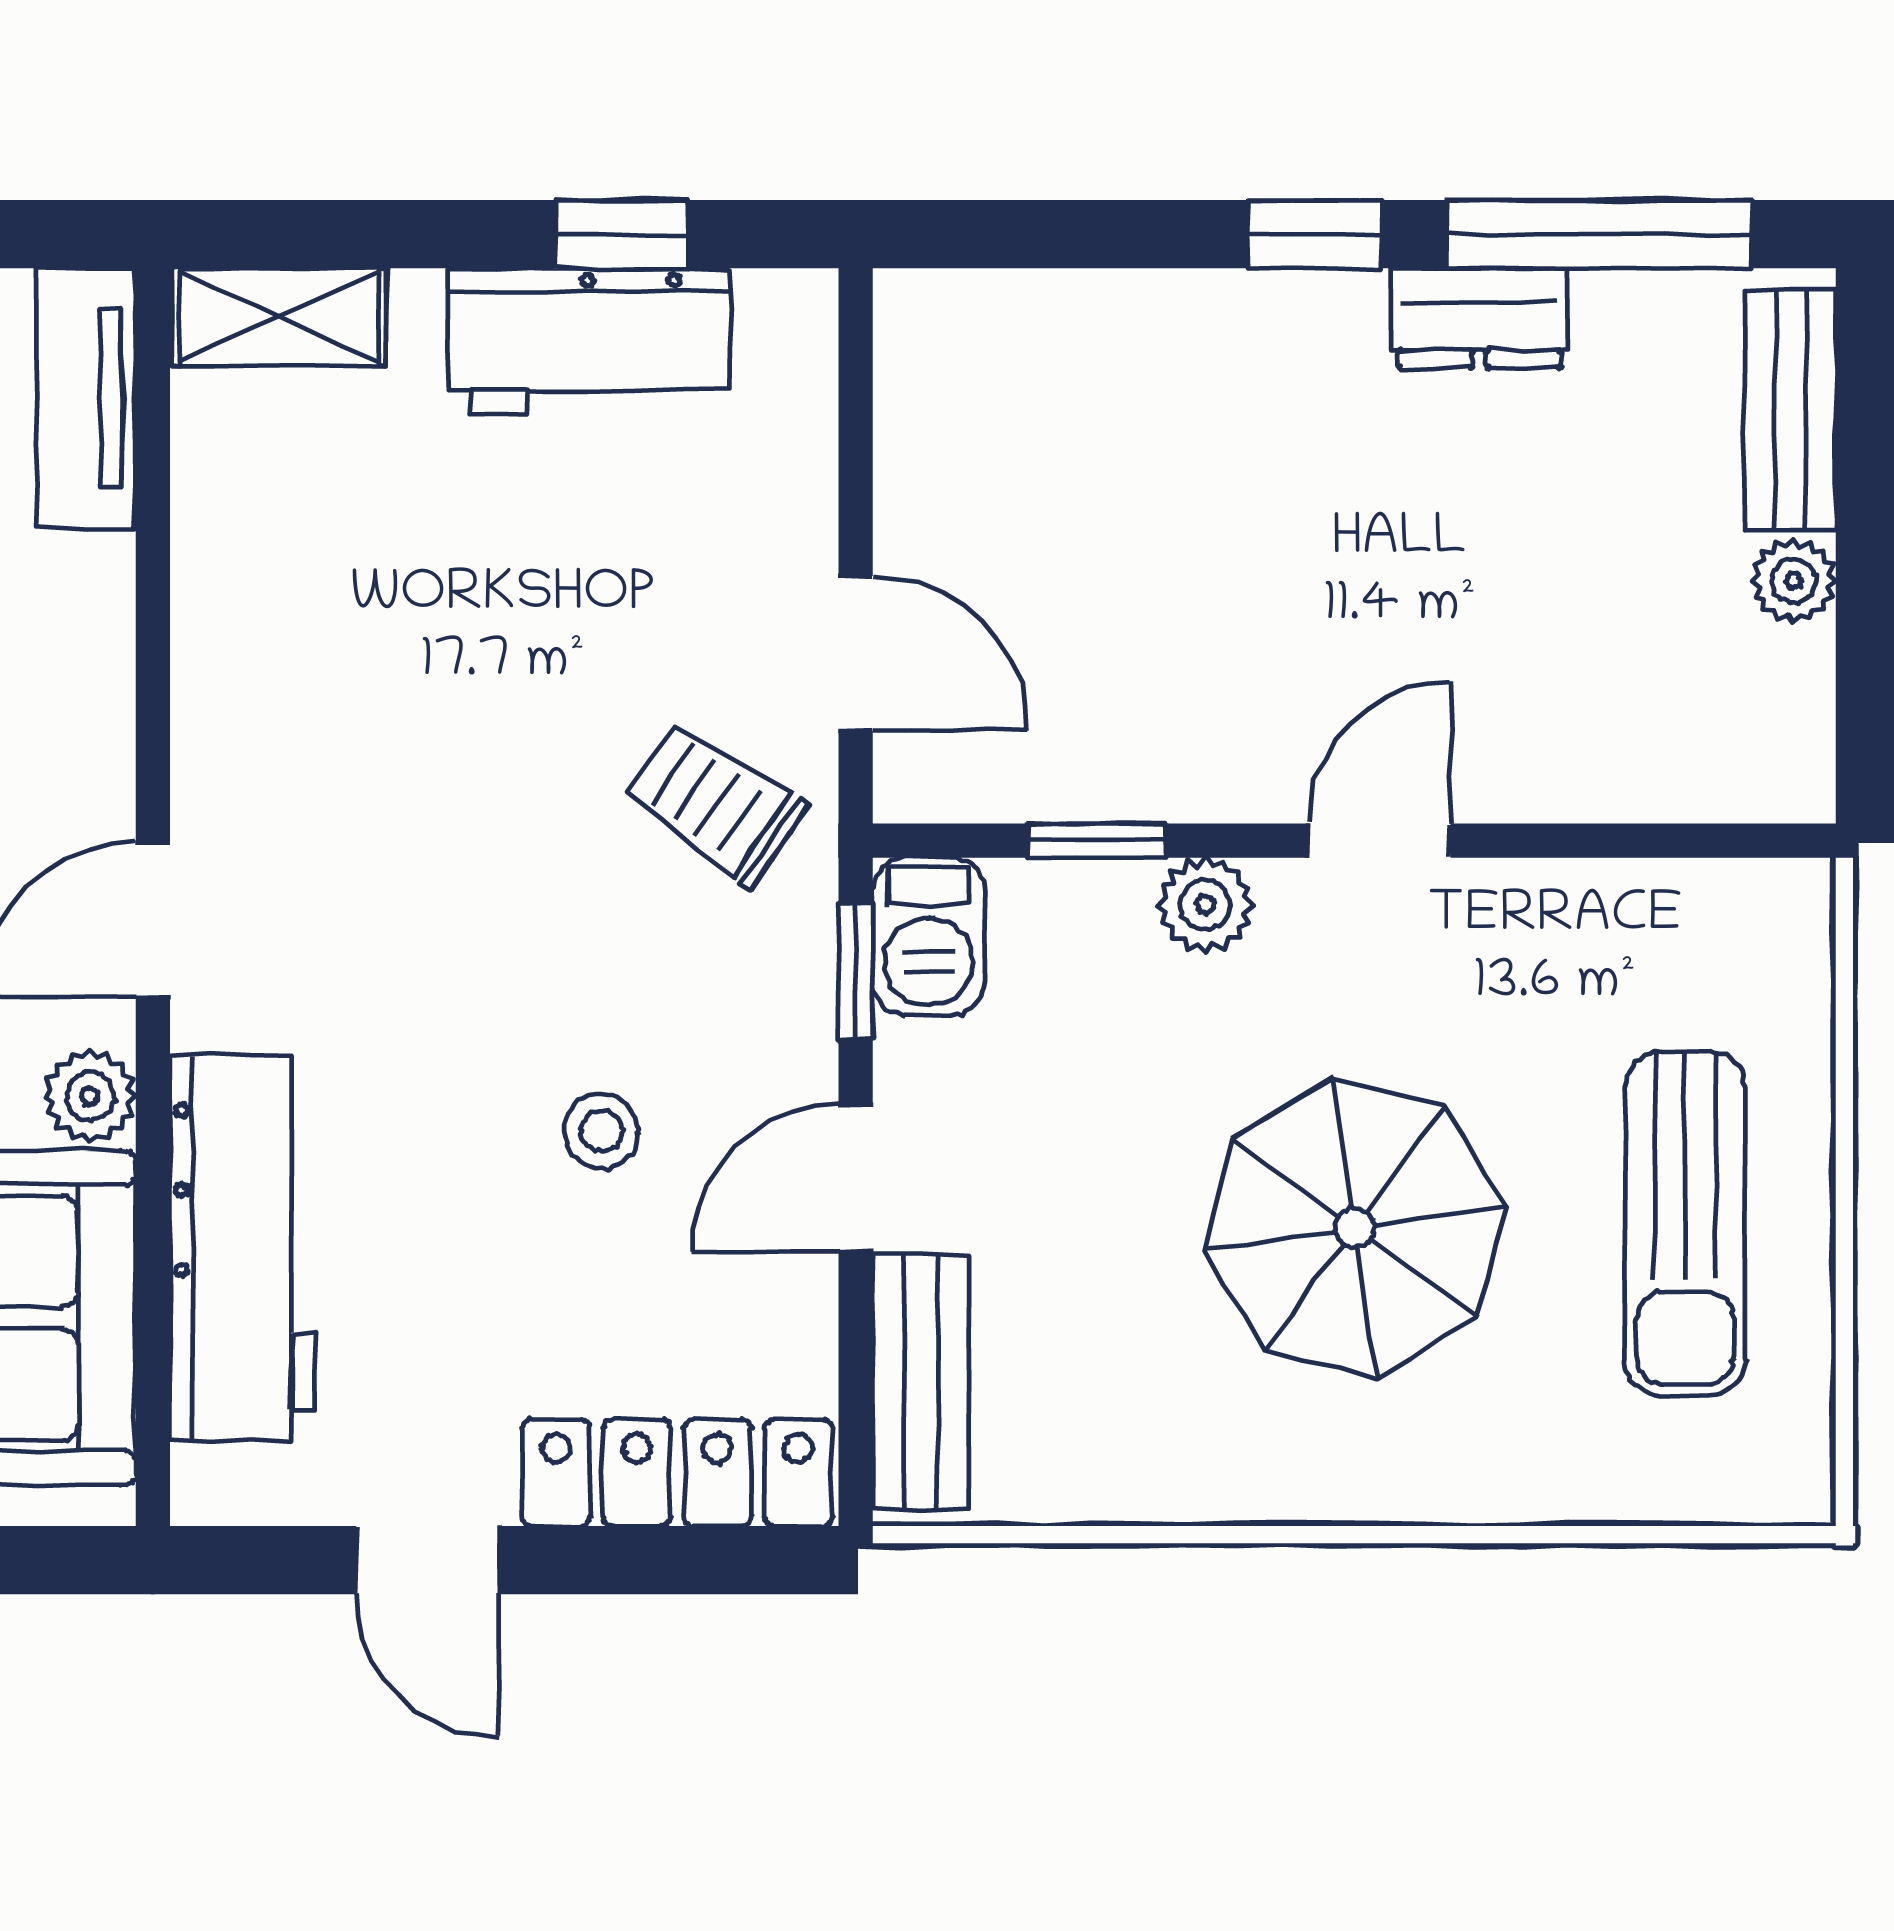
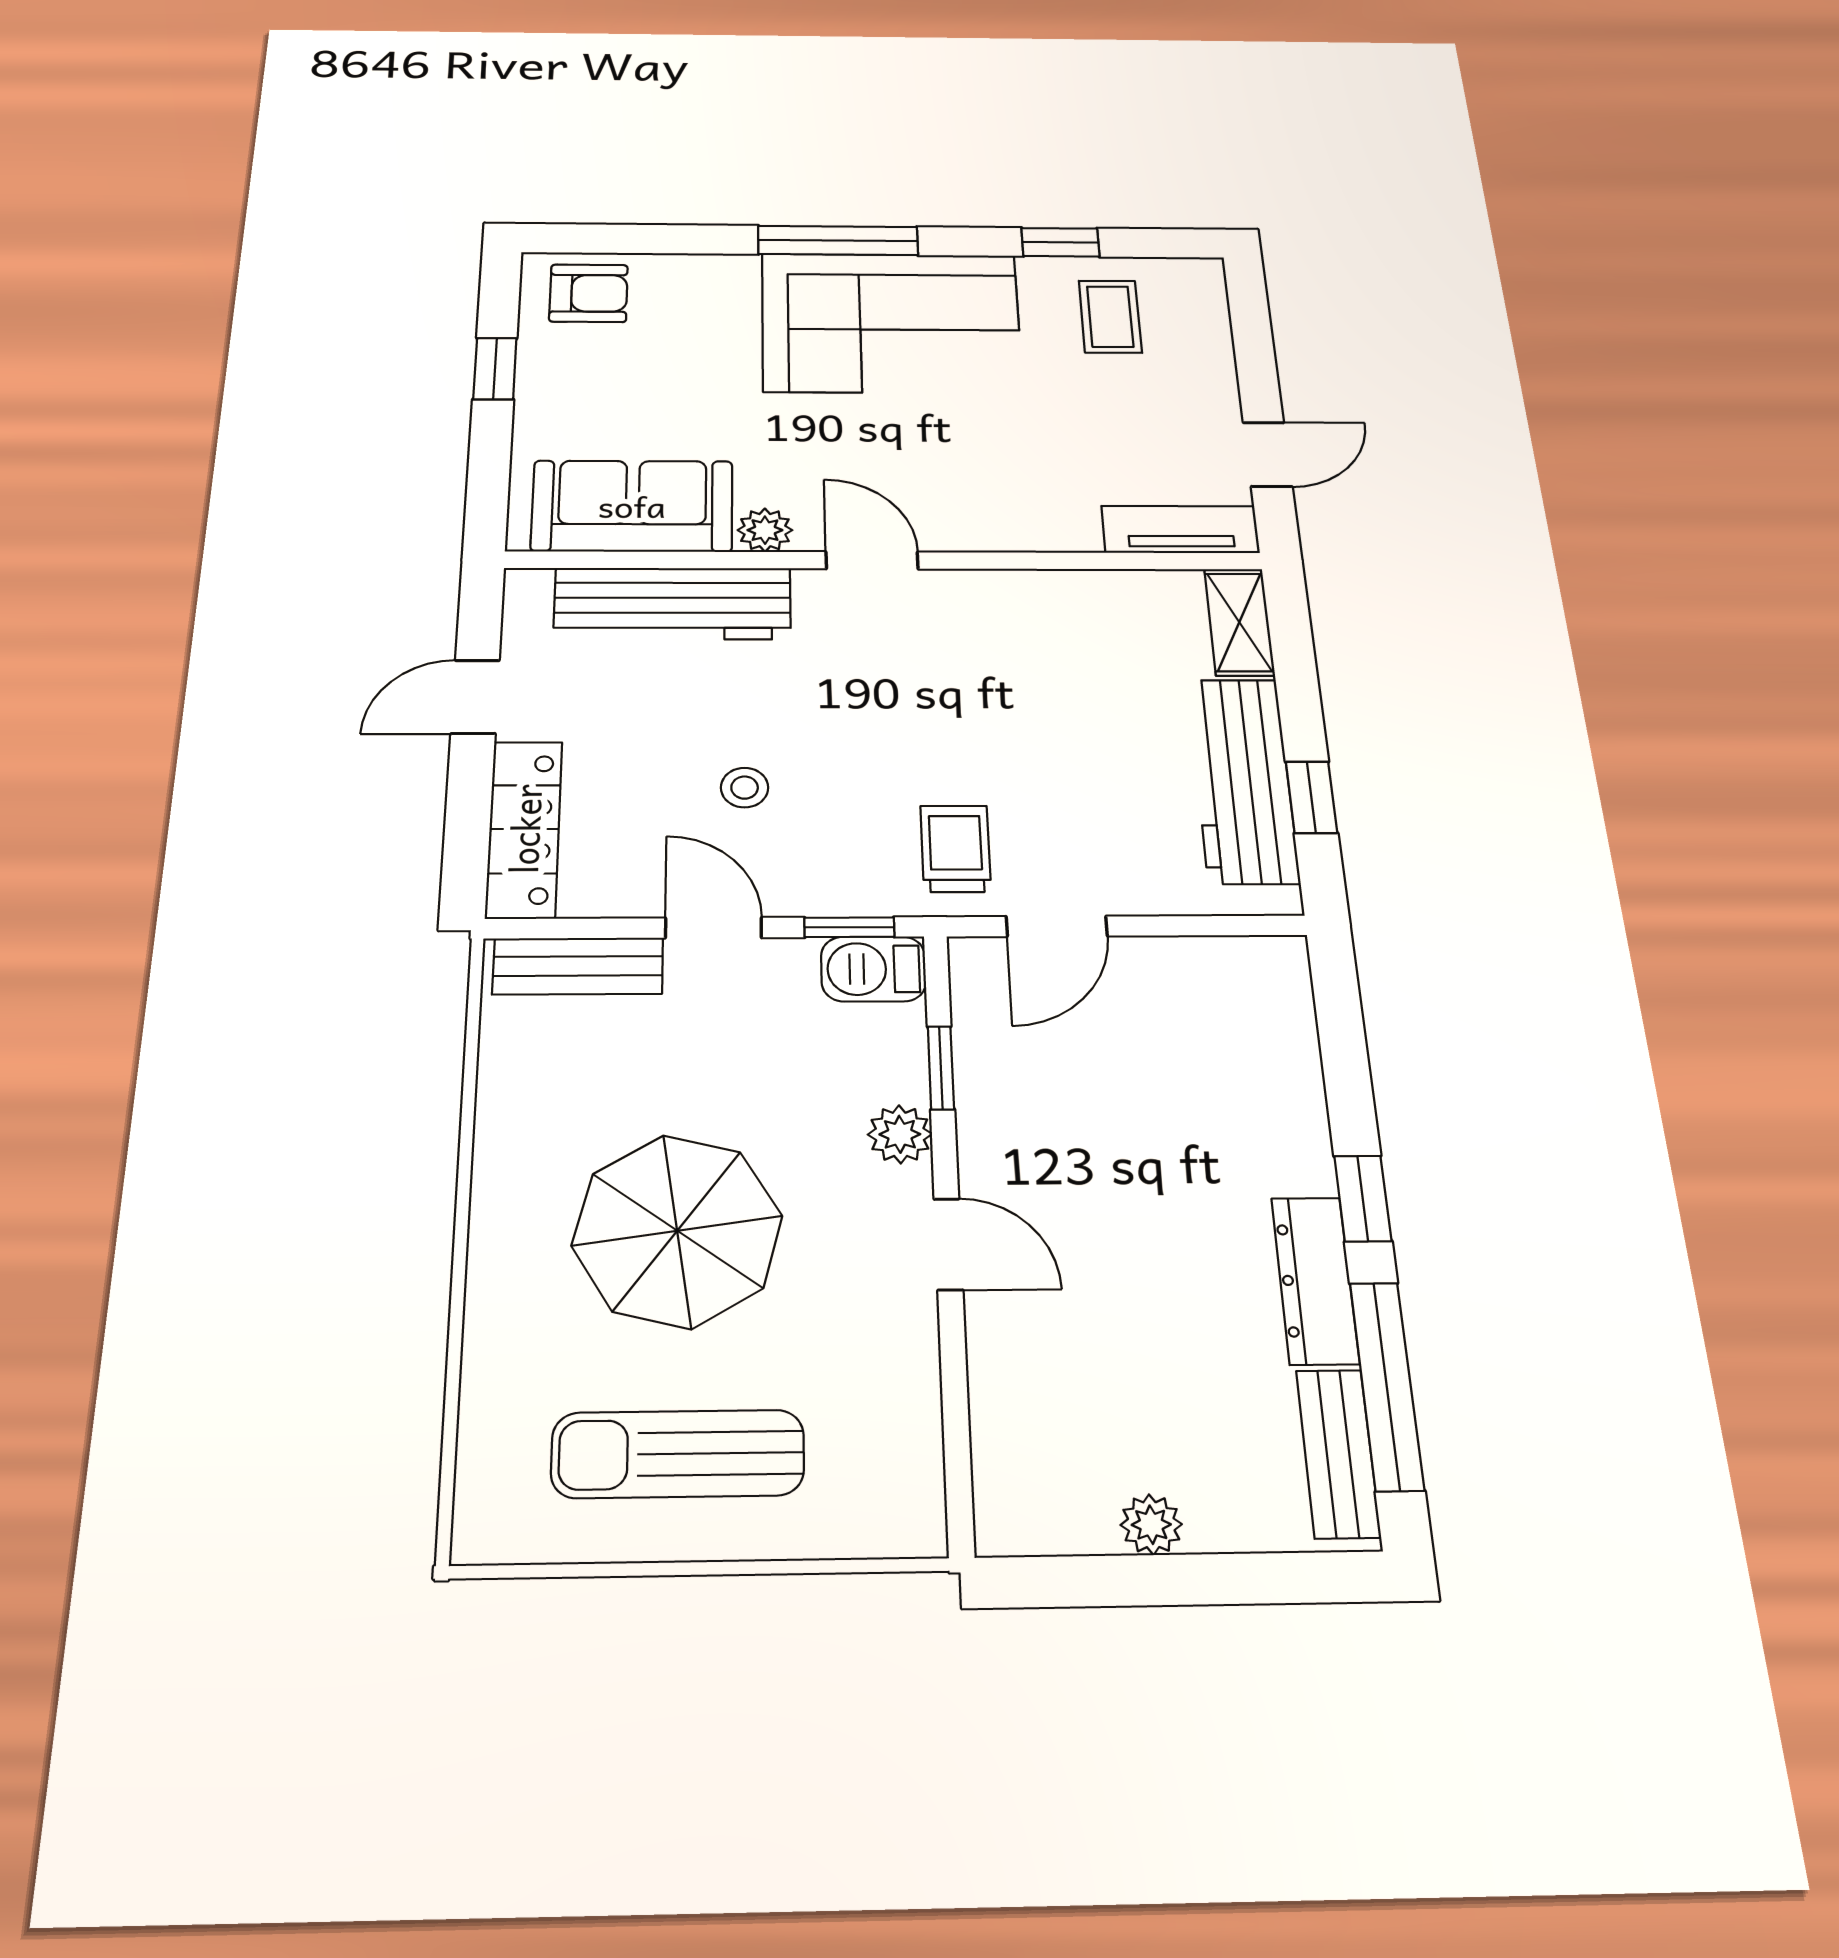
dresser: (1480, 318) -> (1315, 1280), width x1.44
workbench: (589, 341) -> (1243, 780), width x1.38
bench: (1790, 410) -> (1338, 1453), moved, turned 90
trolley: (715, 803) -> (956, 849), turned -34

